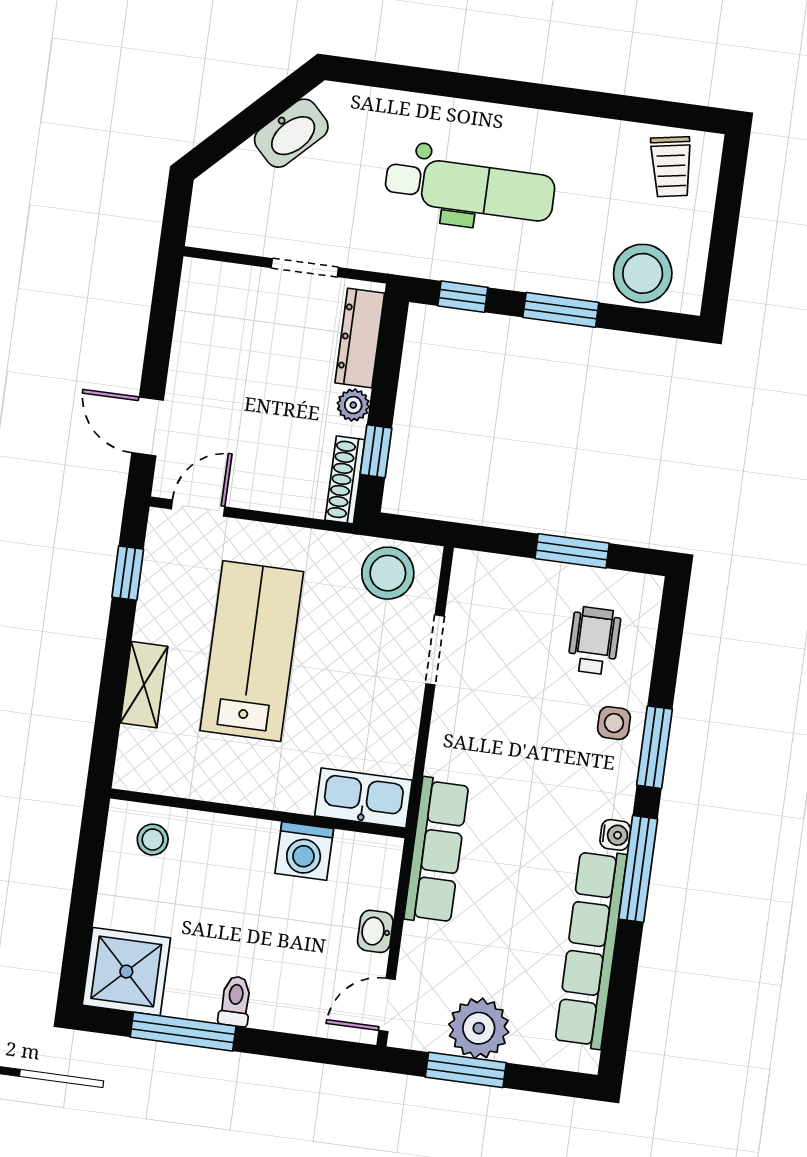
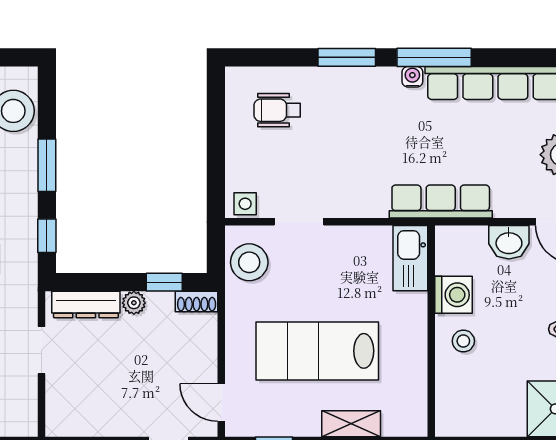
shoe rack: (345, 480) -> (197, 302), width x0.70
window: (572, 551) -> (216, 134), removed
side table: (614, 723) -> (245, 204), moved
stool: (153, 840) -> (463, 341), moved
washbasin: (375, 931) -> (509, 242), width x1.38, depth x1.45

